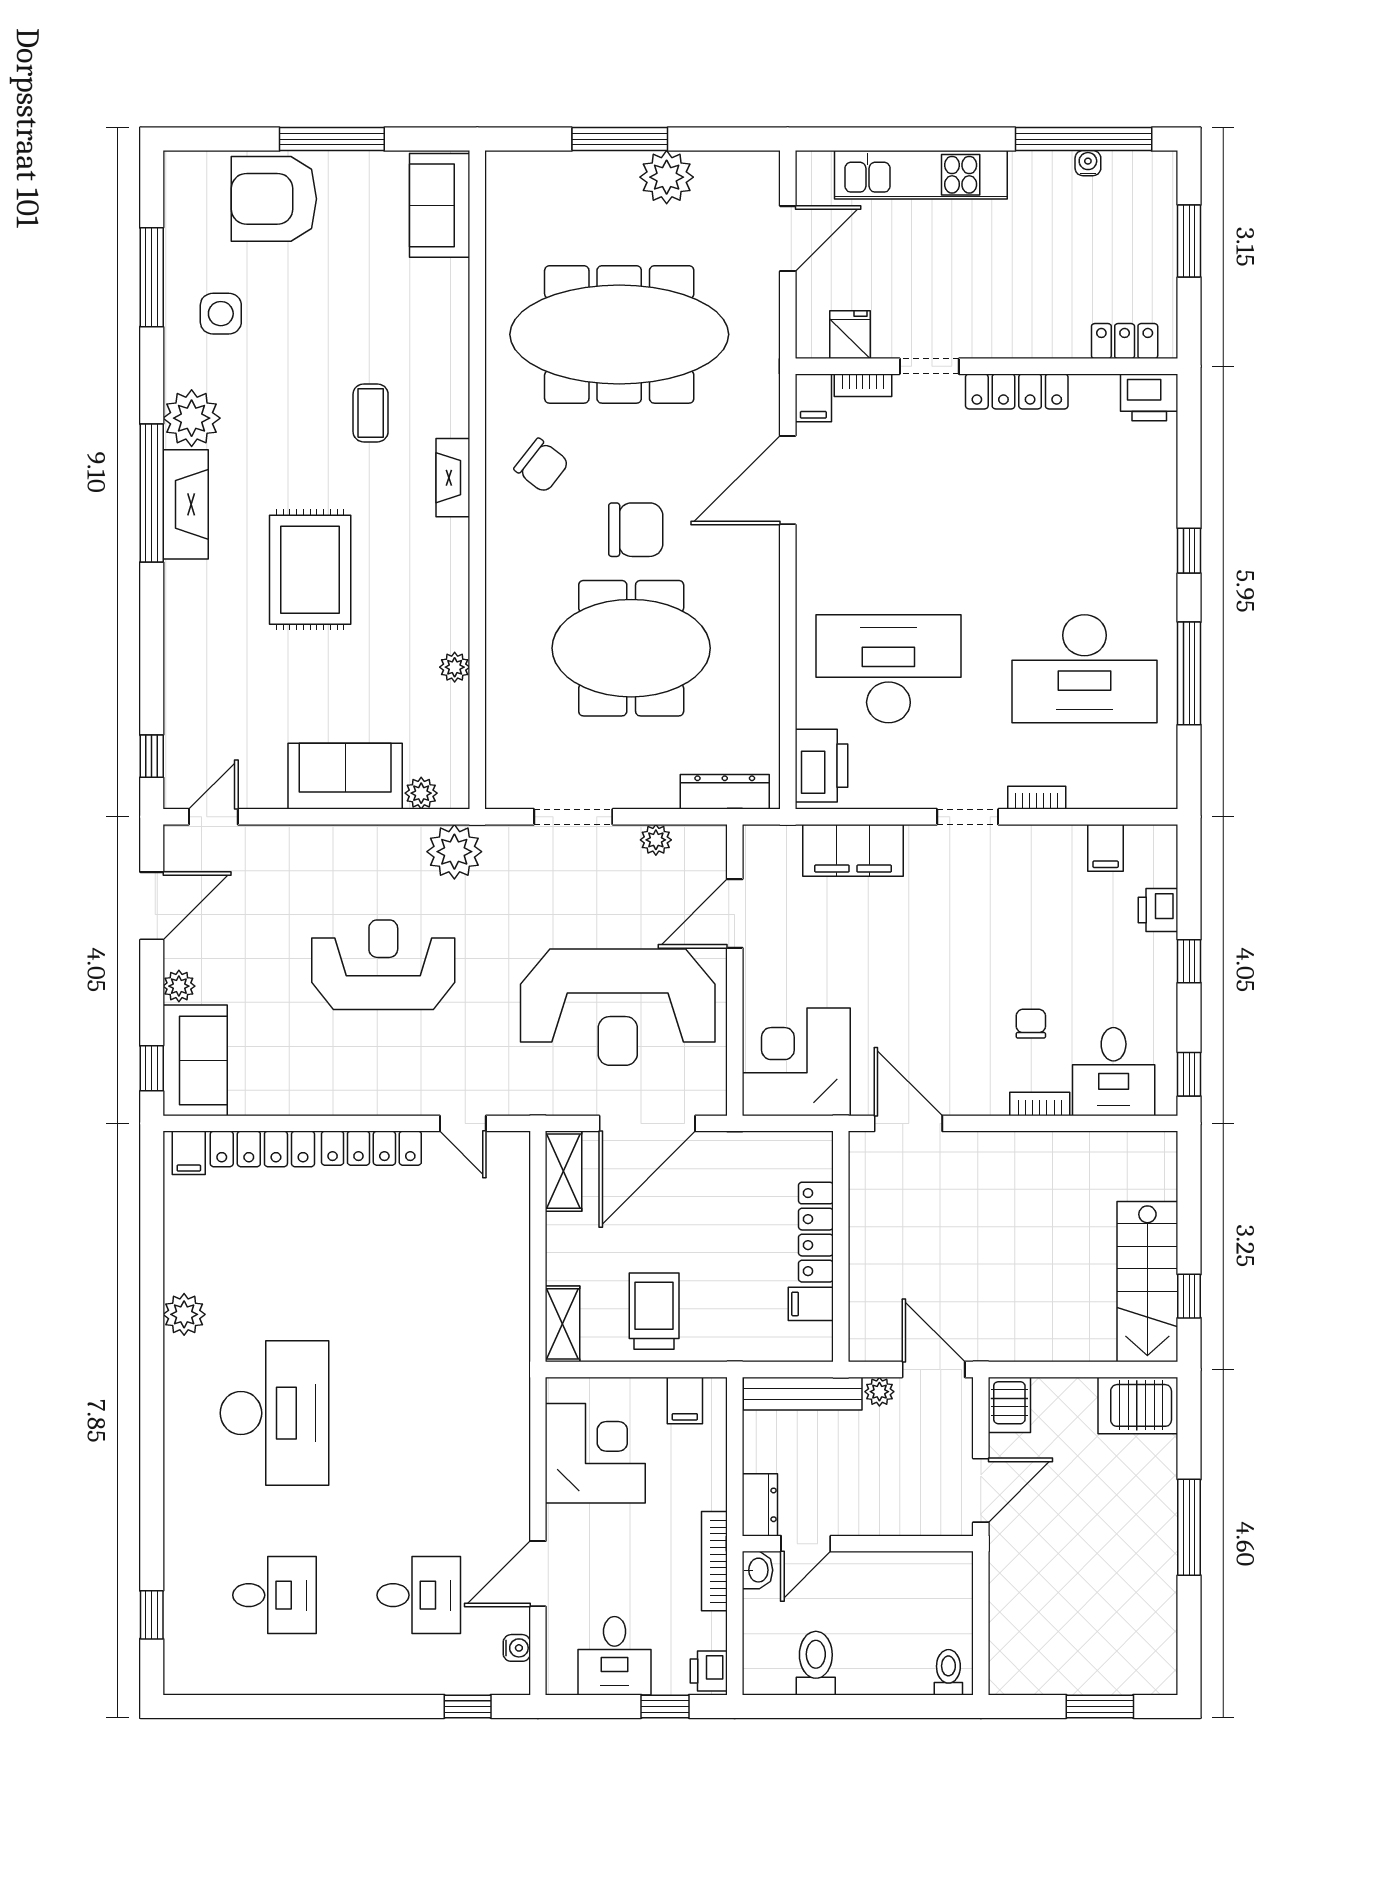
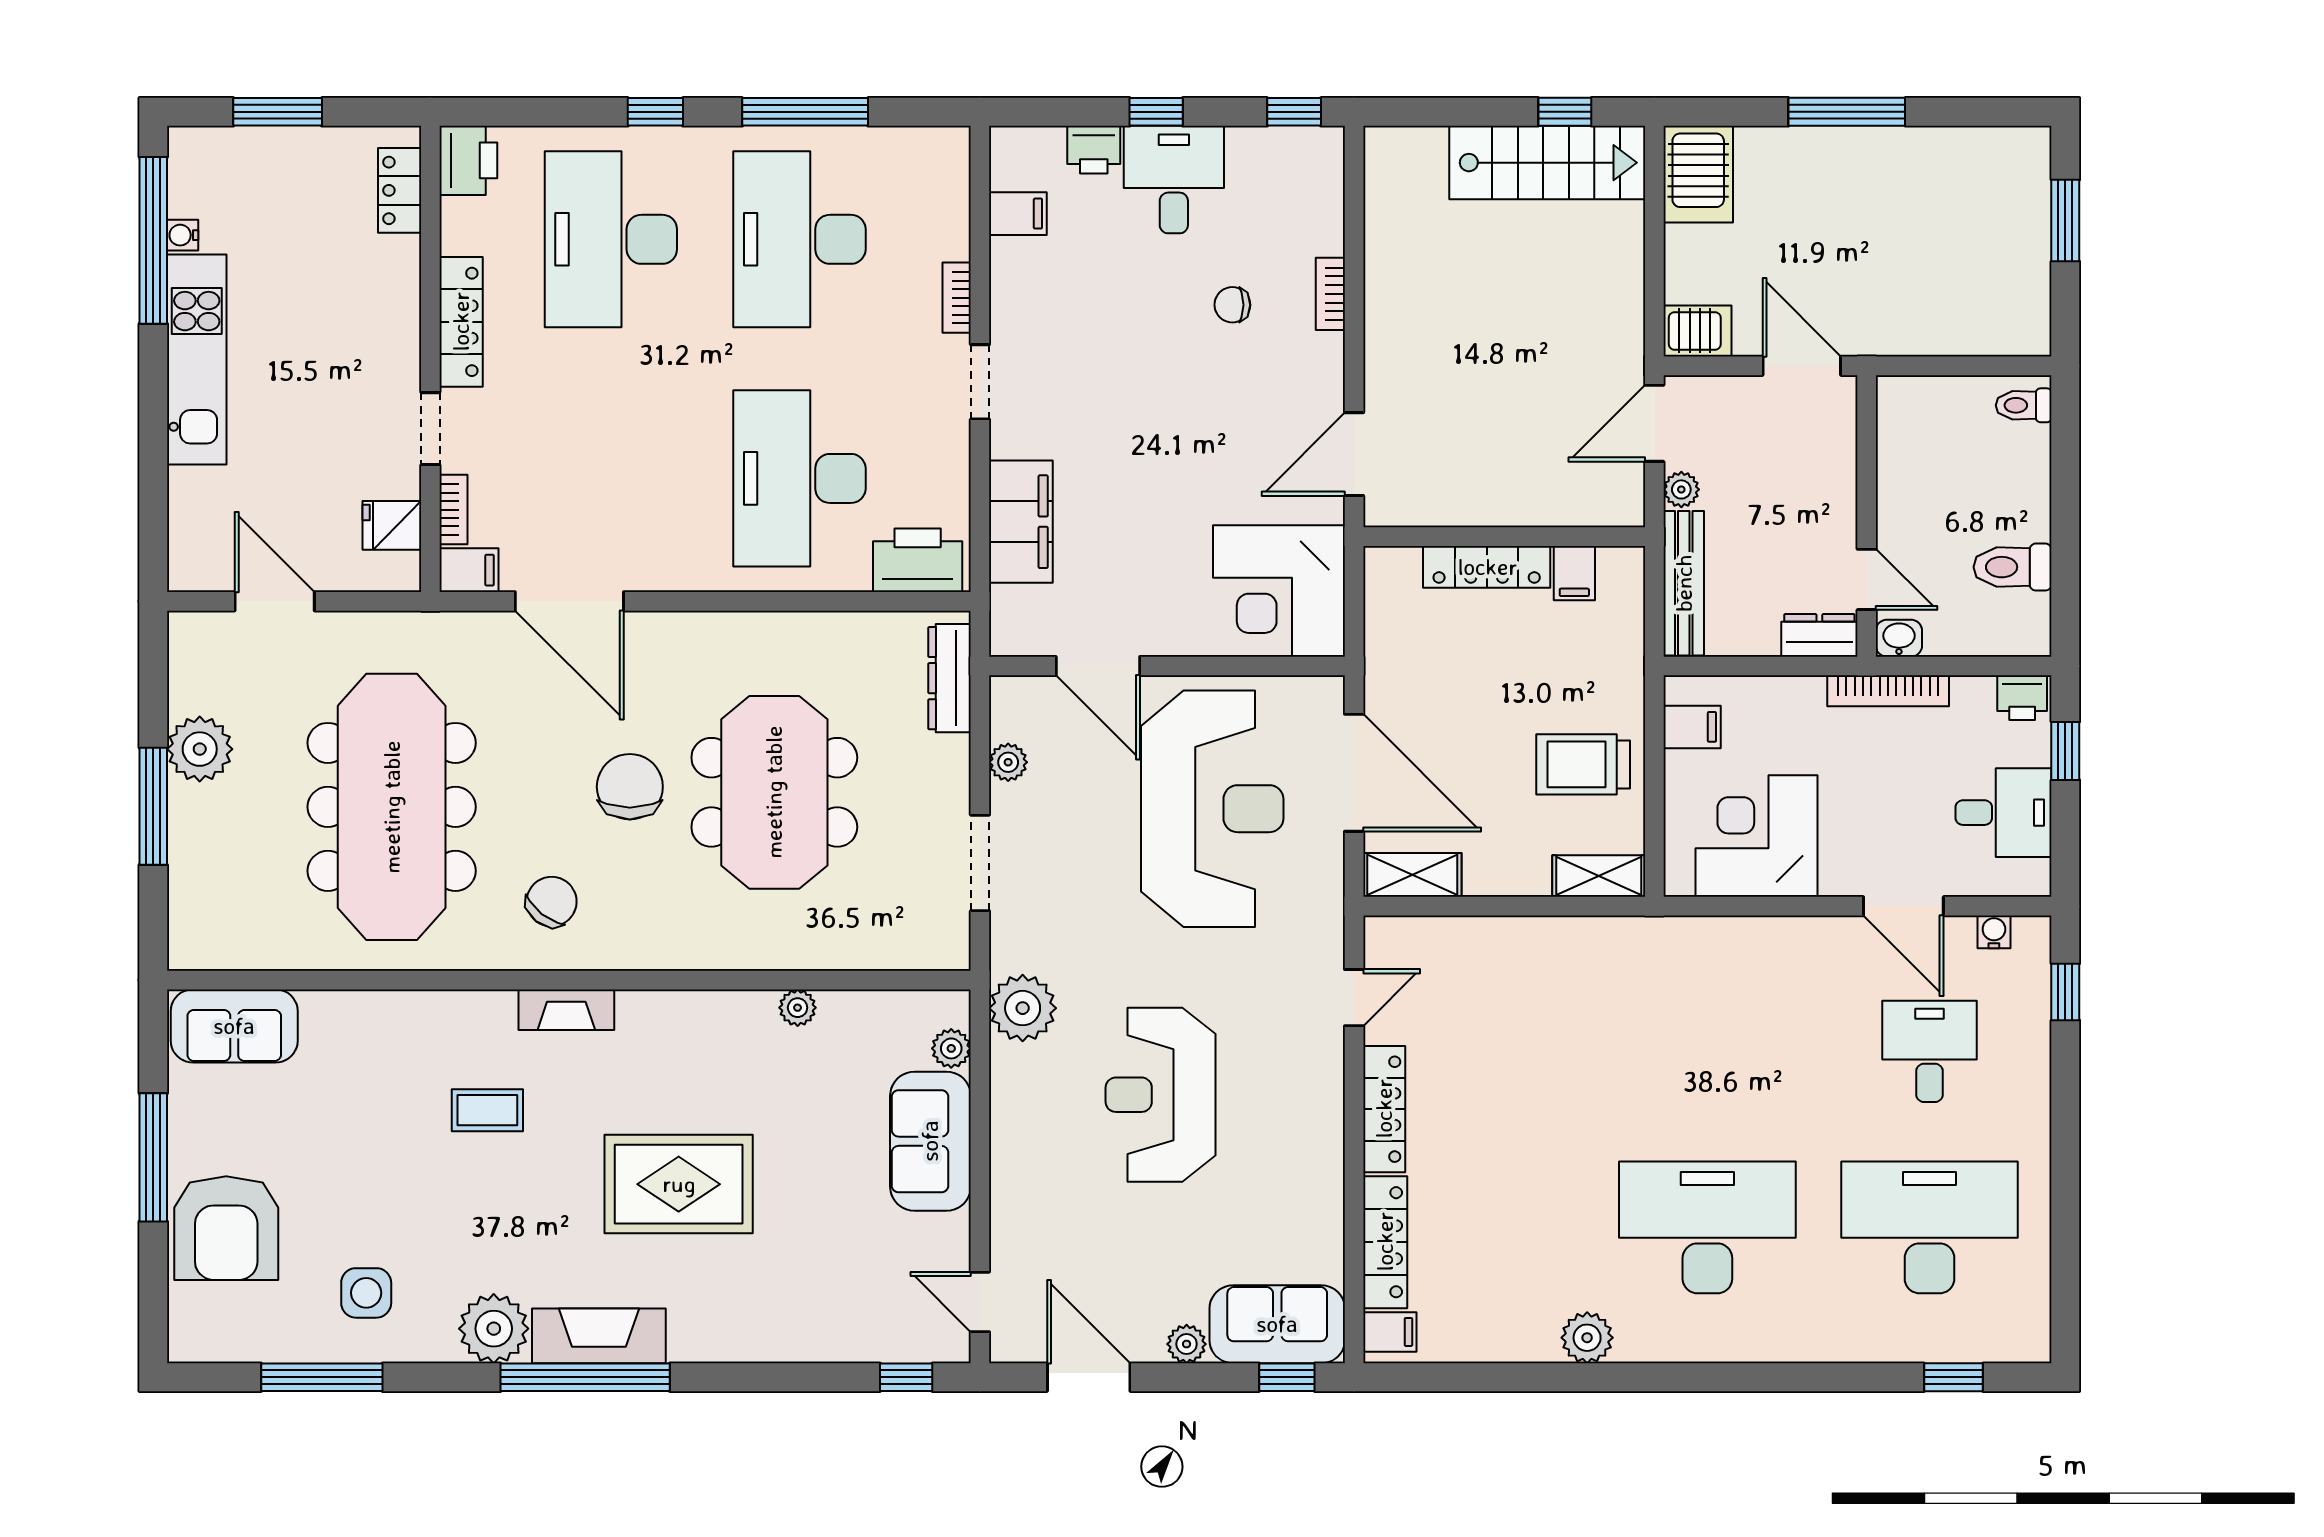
kitchen unit: (921, 175) -> (197, 359), moved
desk: (1085, 514) -> (611, 239), added
desk: (1085, 669) -> (800, 239), turned 180
desk: (1114, 1072) -> (1174, 180), moved, turned -90
desk: (274, 1595) -> (1929, 1227), width x1.87, depth x1.30

